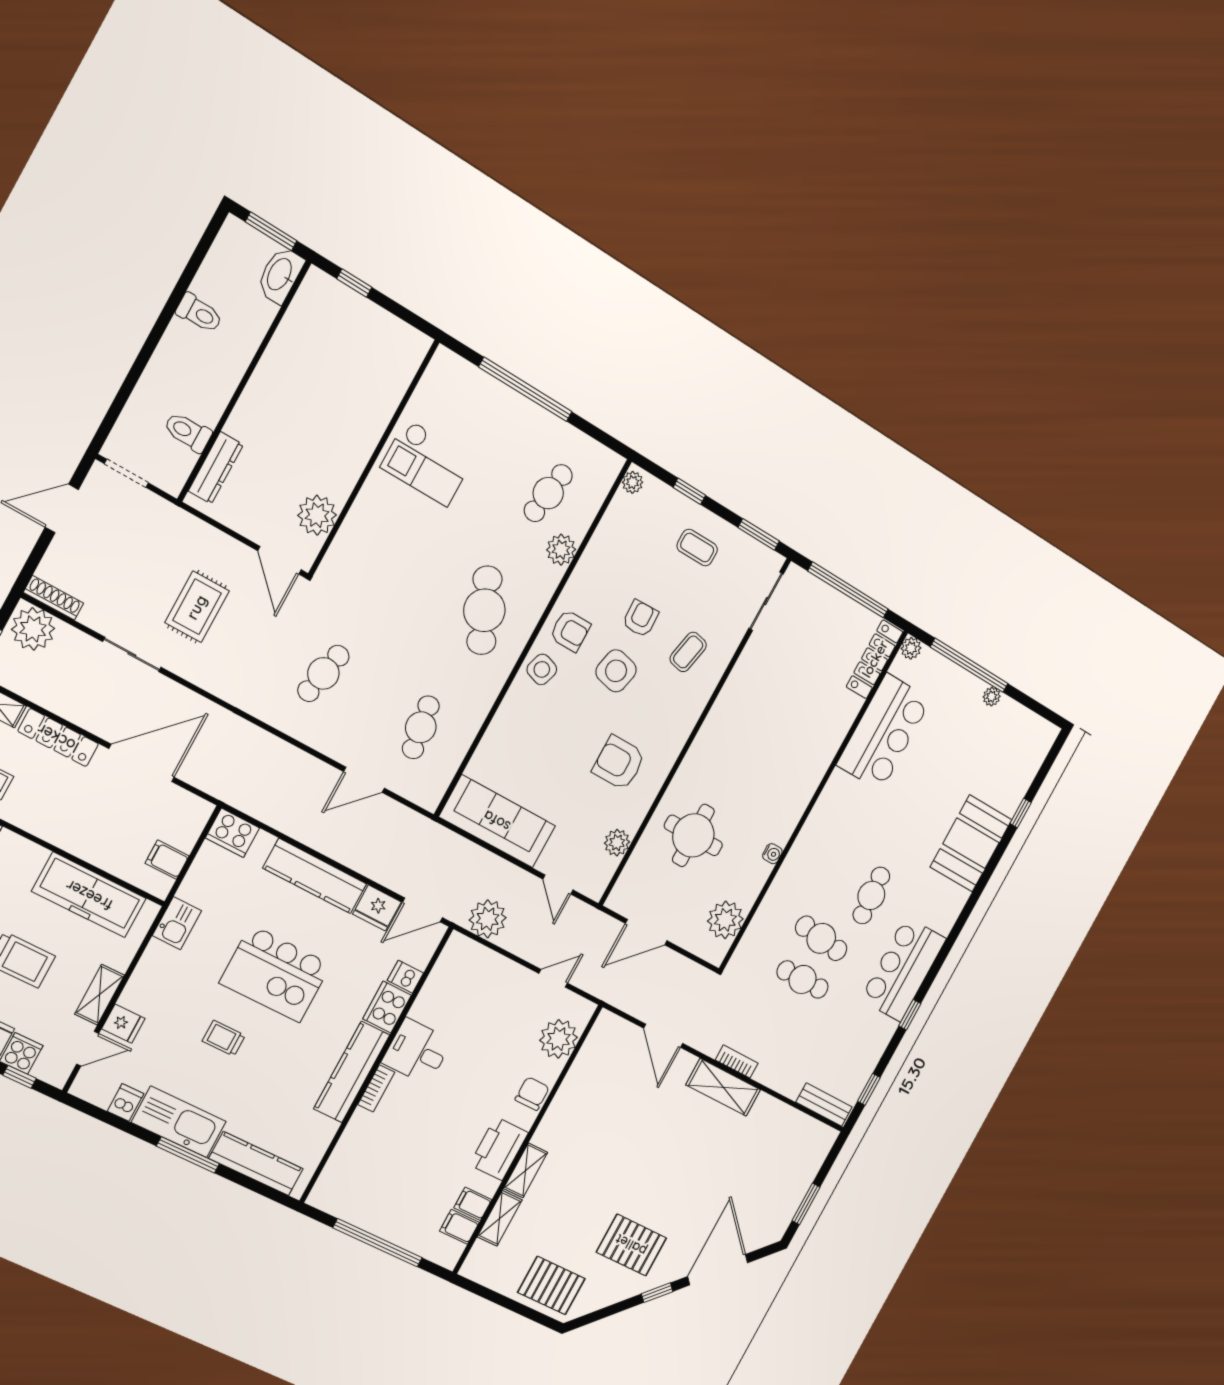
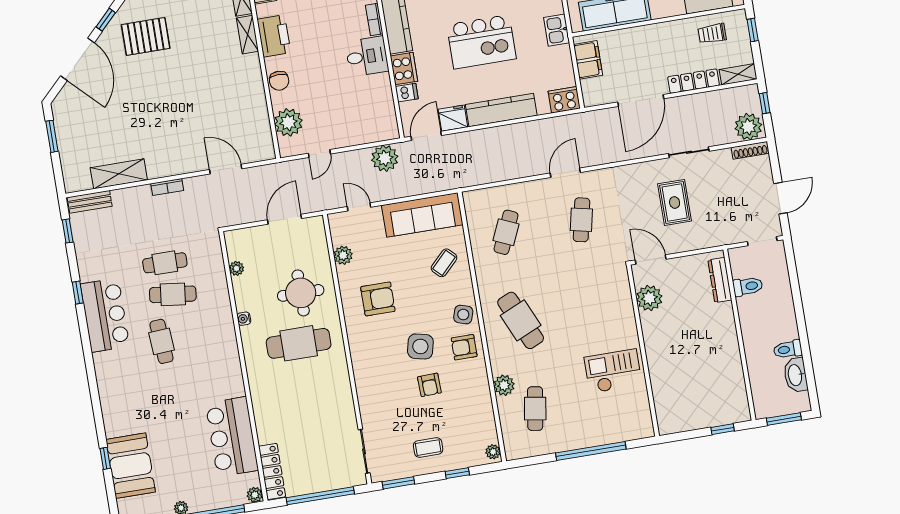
washbasin: (280, 275) -> (796, 375), moved, turned 180
coffee table: (688, 652) -> (444, 263), moved, turned 33
cafe table: (421, 727) -> (506, 232), turned 33
door: (364, 780) -> (565, 173), moved
cafe table: (739, 780) -> (299, 343), added
booth: (971, 843) -> (131, 466), moved
filing cabinet: (167, 860) -> (588, 60), width x2.00
plant: (725, 920) -> (236, 268), width x0.53, depth x0.53
kitchen island: (275, 974) -> (481, 42), turned 180
shelving: (723, 1087) -> (119, 174), moved

